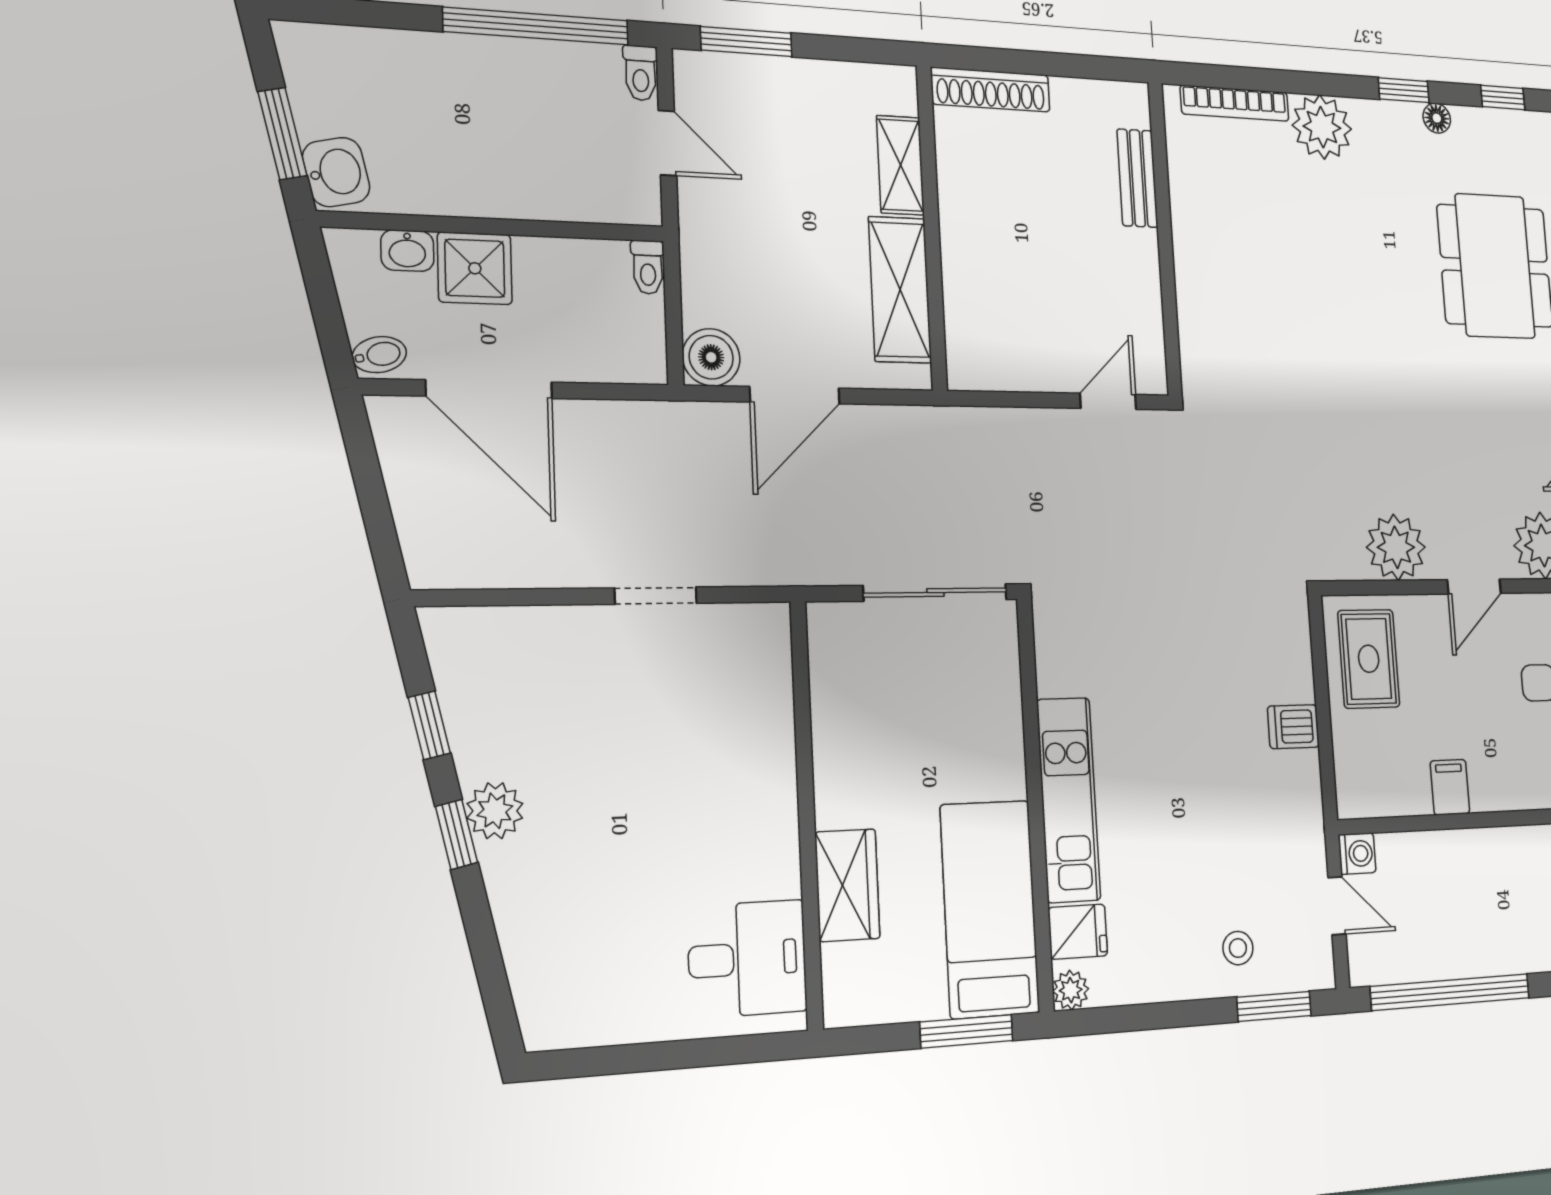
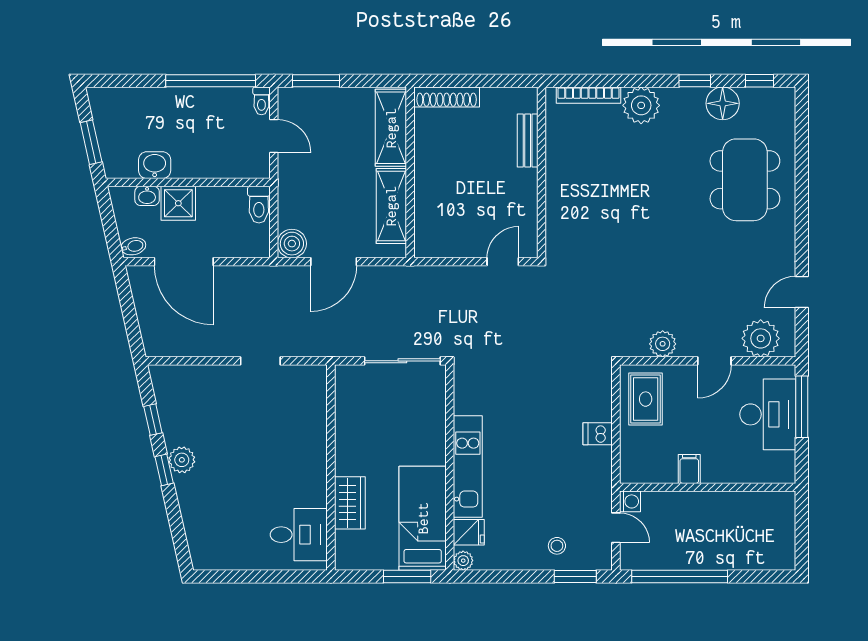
floor lamp: (1437, 118) -> (723, 103), width x1.89, depth x1.89
shelving: (900, 165) -> (391, 128), width x1.50, depth x1.33
washbasin: (336, 172) -> (155, 165), moved, turned -77
toilet: (648, 267) -> (259, 205), width x1.37, depth x1.39
plant: (1396, 547) -> (663, 344), width x0.73, depth x0.73

